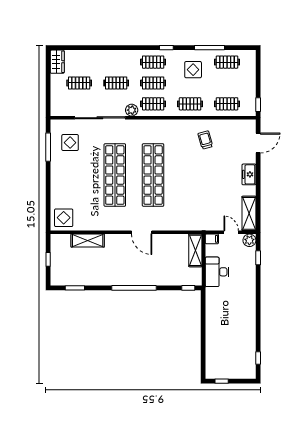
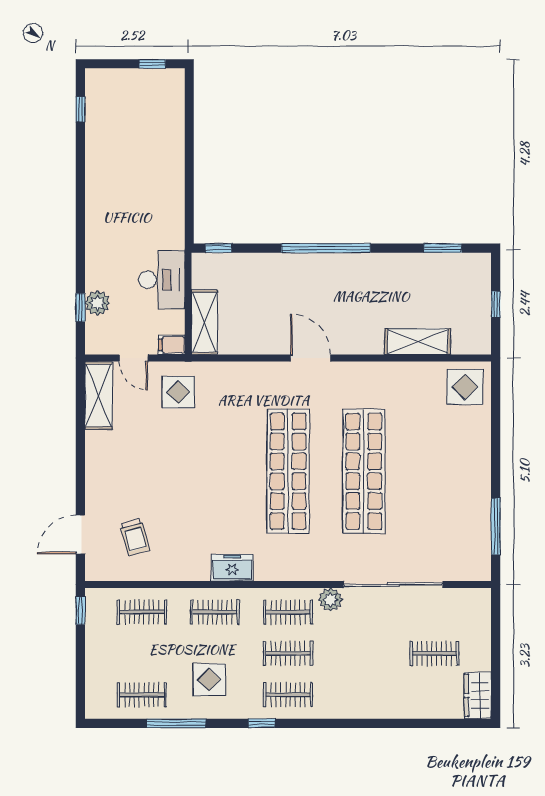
clothes rail: (116, 83) -> (361, 653), removed
trolley: (205, 140) -> (135, 537), moved
display table: (70, 143) -> (178, 392), moved
freezer: (249, 174) -> (232, 568), moved, turned -90
plant: (249, 240) -> (97, 303), moved

